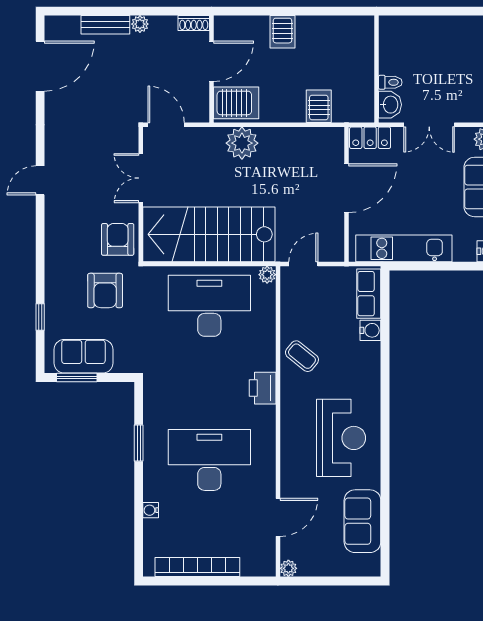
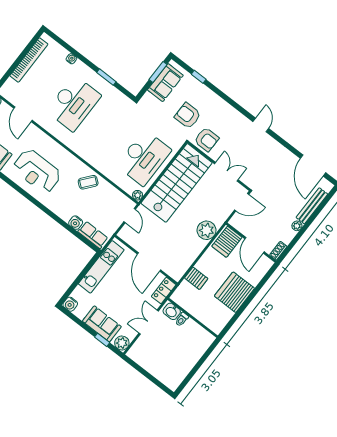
bench: (105, 25) -> (312, 206), width x1.36
server rack: (282, 32) -> (234, 292), width x2.18, depth x1.44
printer: (263, 388) -> (88, 153), removed

